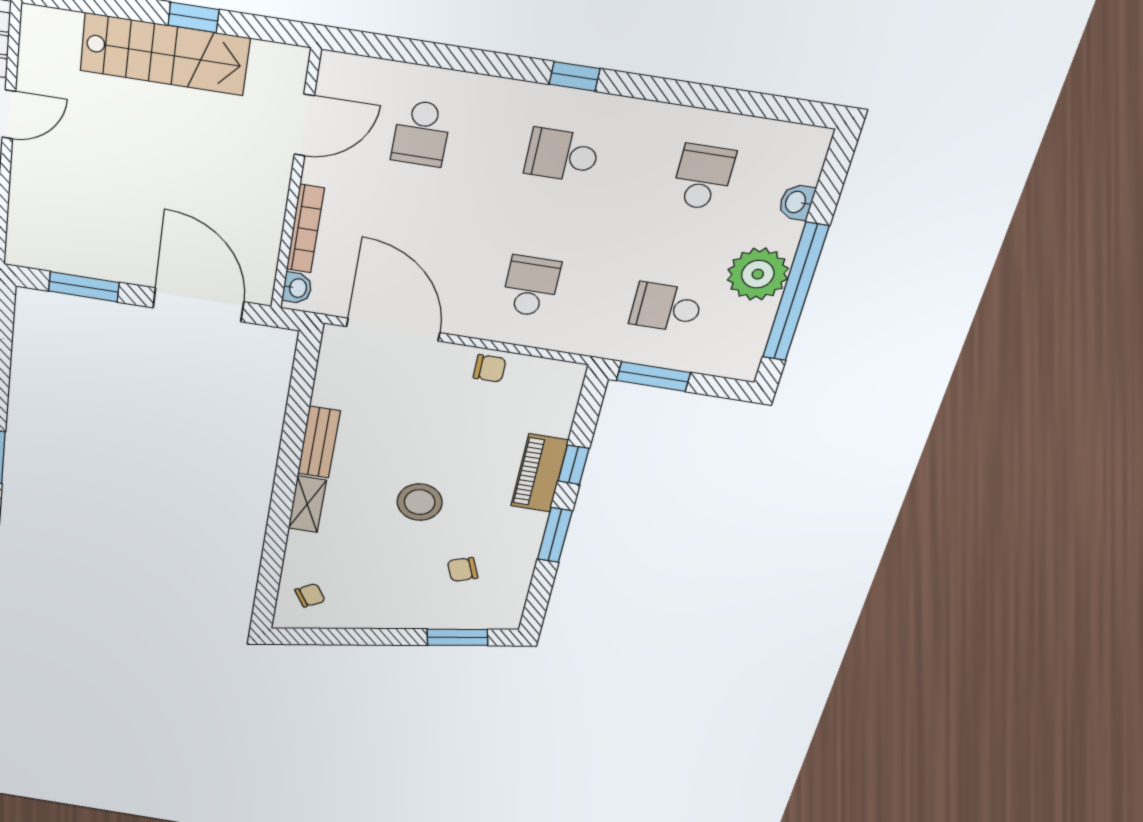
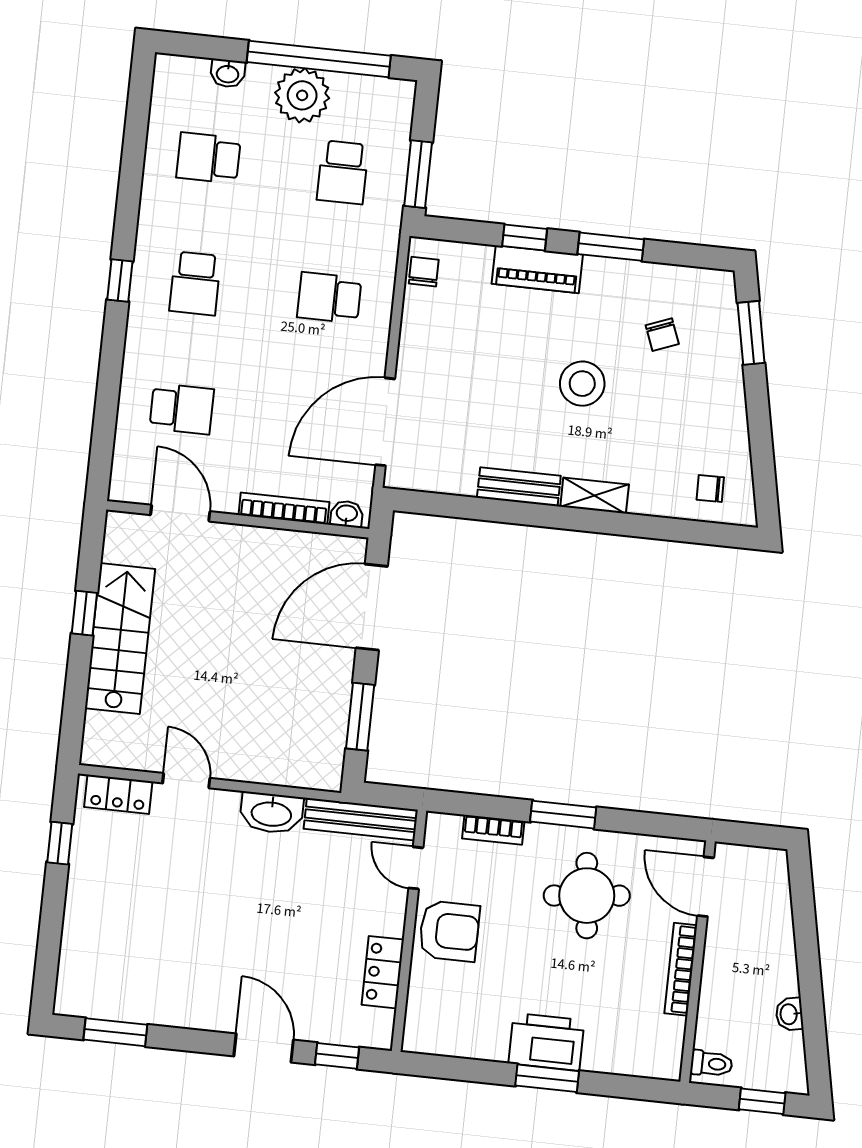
chair: (490, 368) -> (424, 272), moved
chair: (310, 595) -> (710, 488), turned -60

